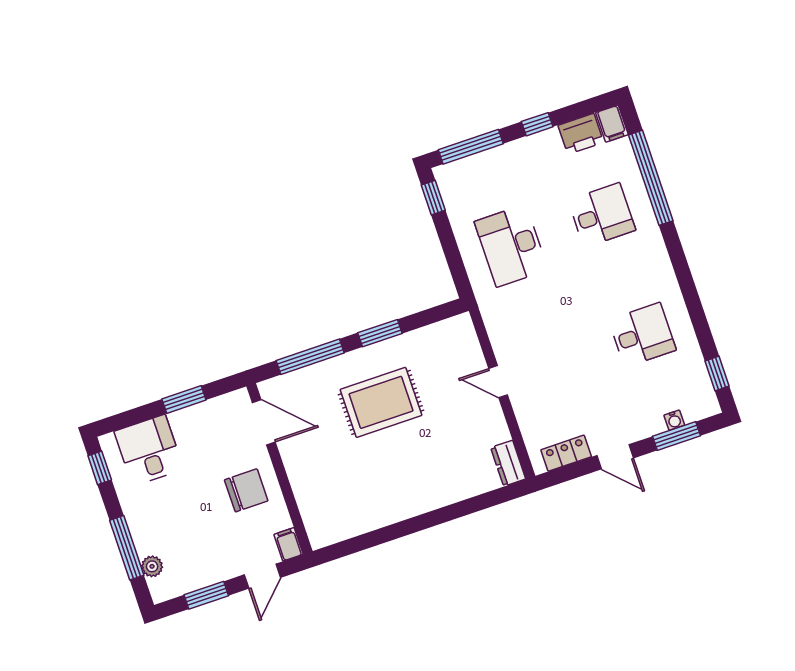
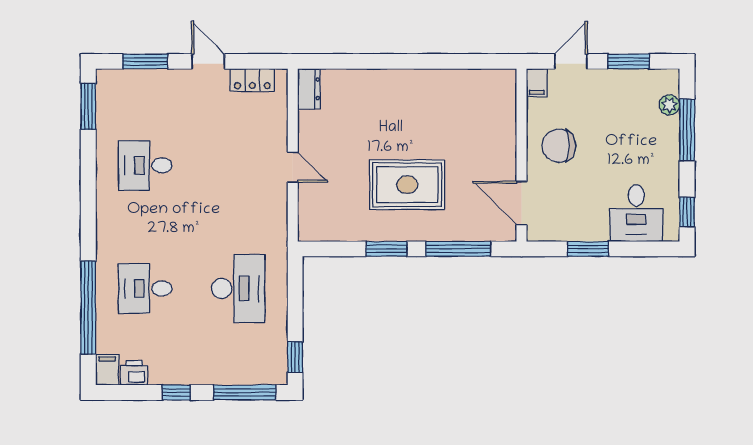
printer: (581, 134) -> (134, 373), width x0.73, depth x0.81
window: (717, 374) -> (88, 106), width x1.50
water cooler: (674, 420) -> (142, 77), removed

